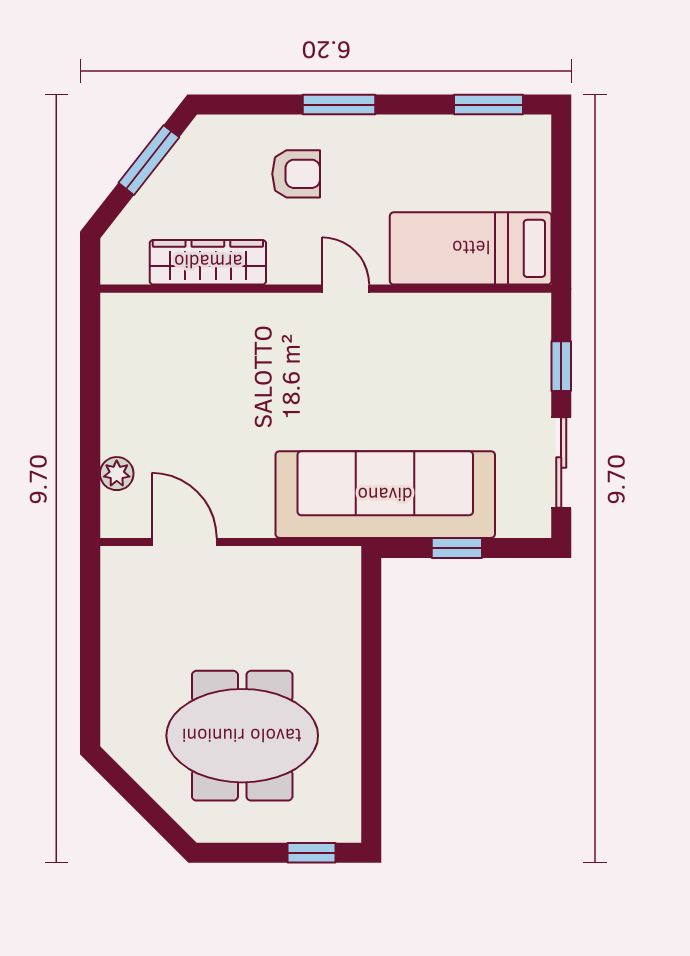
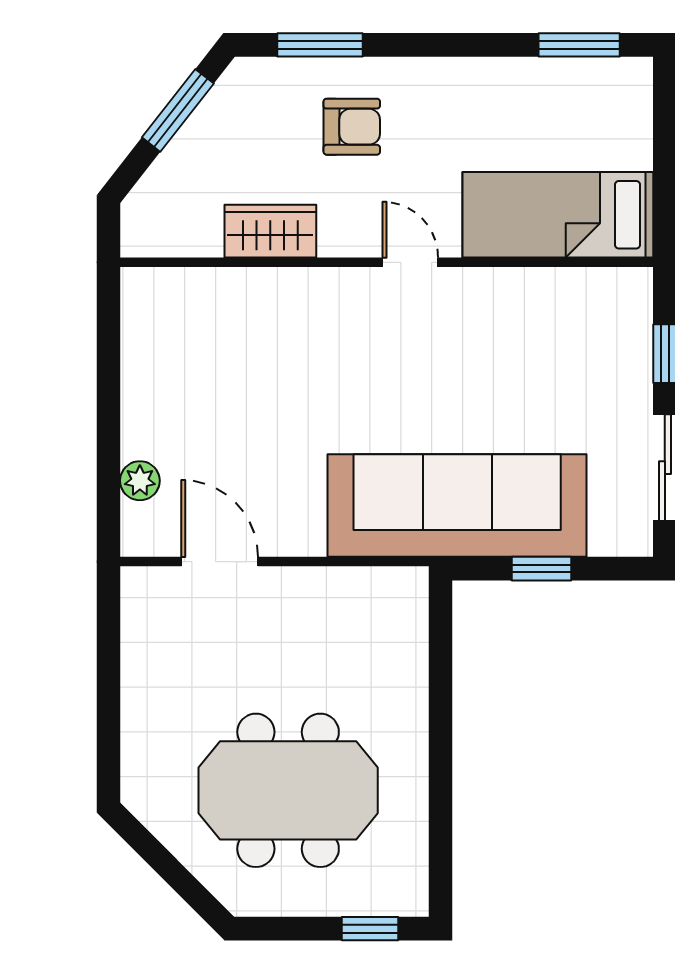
window: (339, 105) -> (320, 45), moved
wardrobe: (208, 262) -> (270, 231), width x0.67

